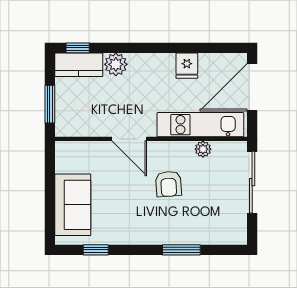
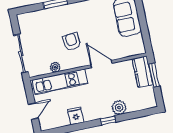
window: (78, 48) -> (108, 120), moved
kitchen counter: (79, 65) -> (143, 72), moved, turned -90
door: (252, 87) -> (33, 111), width x0.53

